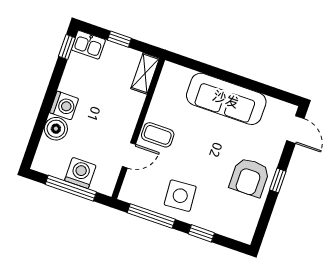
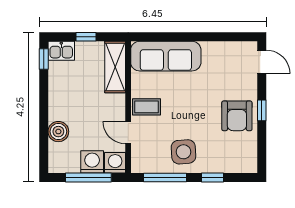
shelving: (145, 73) -> (115, 67), width x1.50, depth x1.33
sofa: (226, 99) -> (166, 56), moved
washing machine: (64, 106) -> (115, 163), moved, turned -90
door: (129, 155) -> (128, 133), swing flipped

